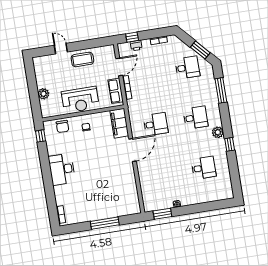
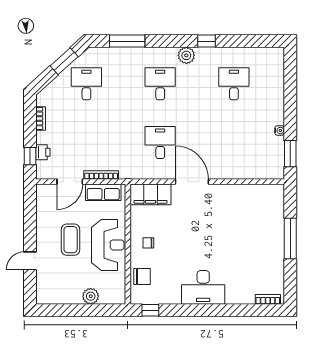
coffee table: (82, 59) -> (71, 240), moved
door: (119, 67) -> (70, 182), swing flipped

